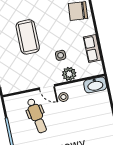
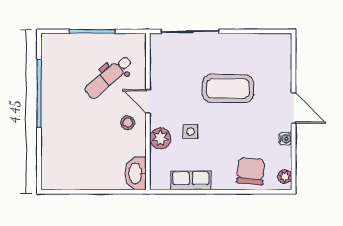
door: (47, 87) -> (148, 101), hinge flipped
dental chair: (37, 116) -> (108, 77), turned -31

